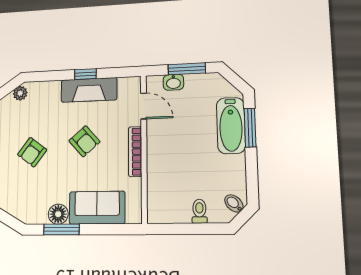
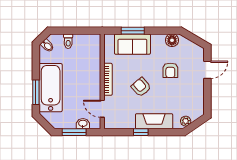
fireplace: (89, 90) -> (154, 121), moved
bathtub: (231, 126) -> (51, 88), width x1.36, depth x1.36
armchair: (32, 152) -> (170, 70), moved, turned 143
floor lamp: (58, 214) -> (172, 40), moved
window: (61, 229) -> (133, 31), moved

